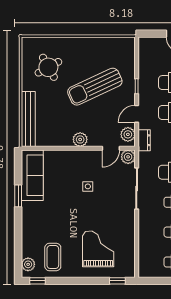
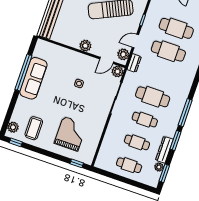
sofa: (32, 175) -> (33, 78), moved
window: (18, 196) -> (23, 72), width x2.11

